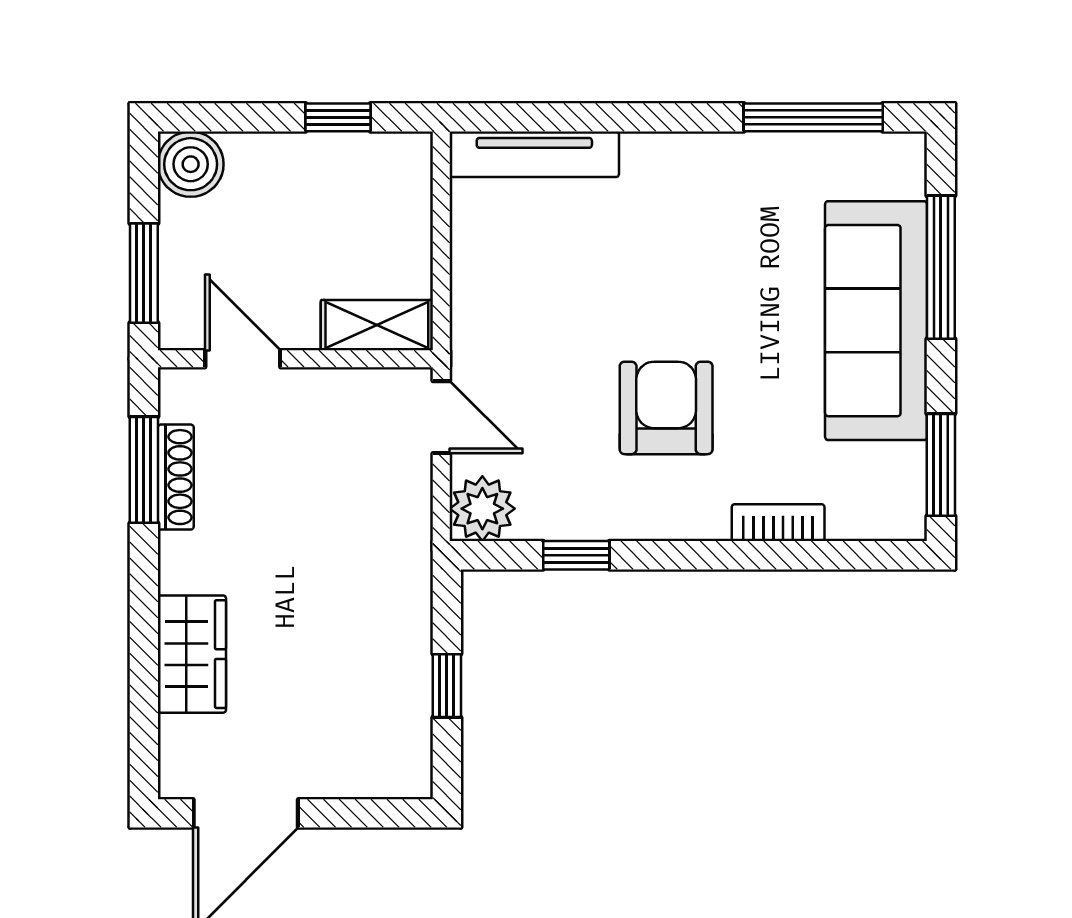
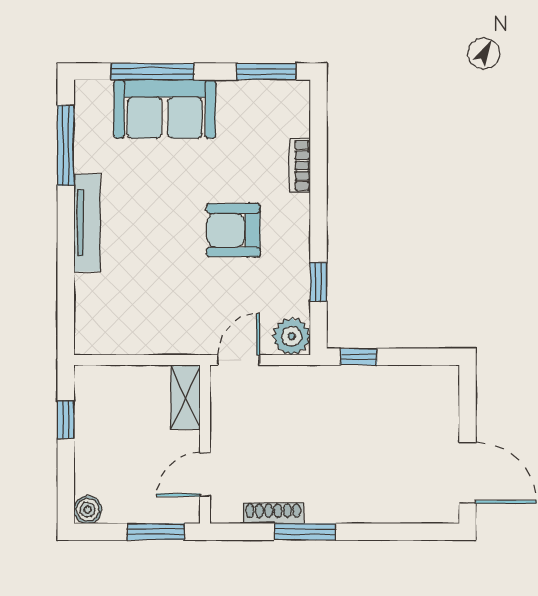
tv unit: (534, 154) -> (87, 223), moved
boiler: (191, 164) -> (88, 510), width x0.73, depth x0.73
sofa: (876, 321) -> (165, 109), width x0.73
window: (144, 470) -> (305, 532), moved
wardrobe: (192, 654) -> (376, 504), removed
window: (447, 686) -> (359, 357), moved

